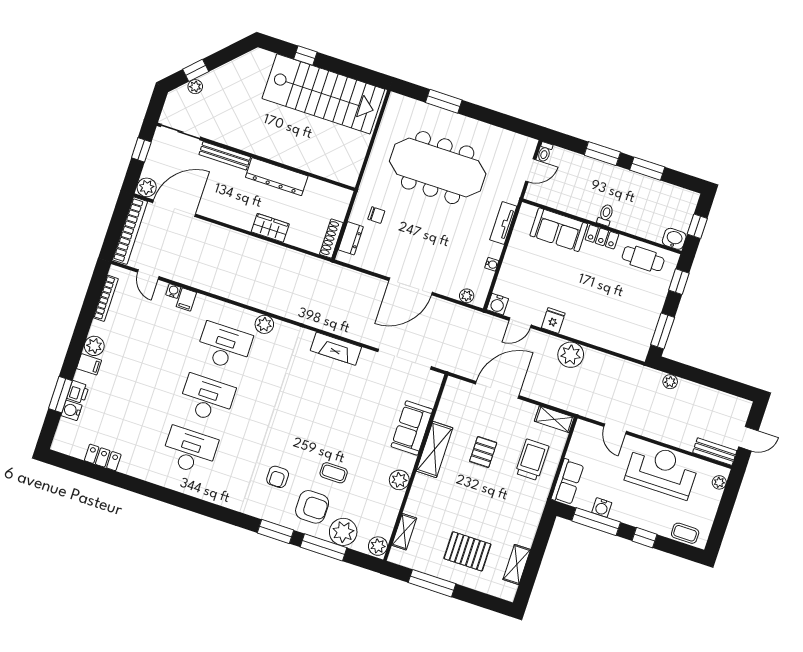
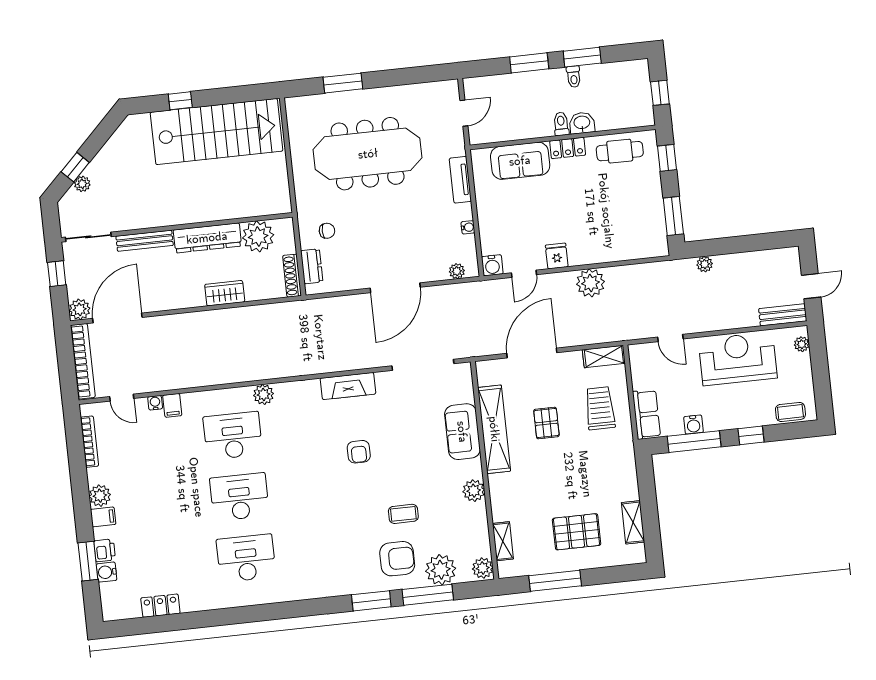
toilet: (545, 152) -> (574, 77), moved
plant: (318, 194) -> (258, 236), added
washbasin: (674, 239) -> (582, 123), moved
shelving: (435, 449) -> (494, 429), width x1.47
armchair: (278, 477) -> (359, 452), moved

